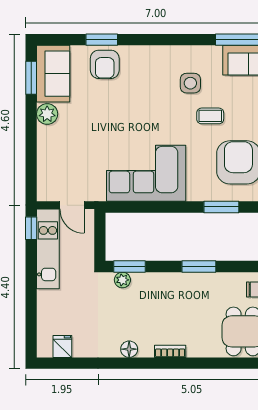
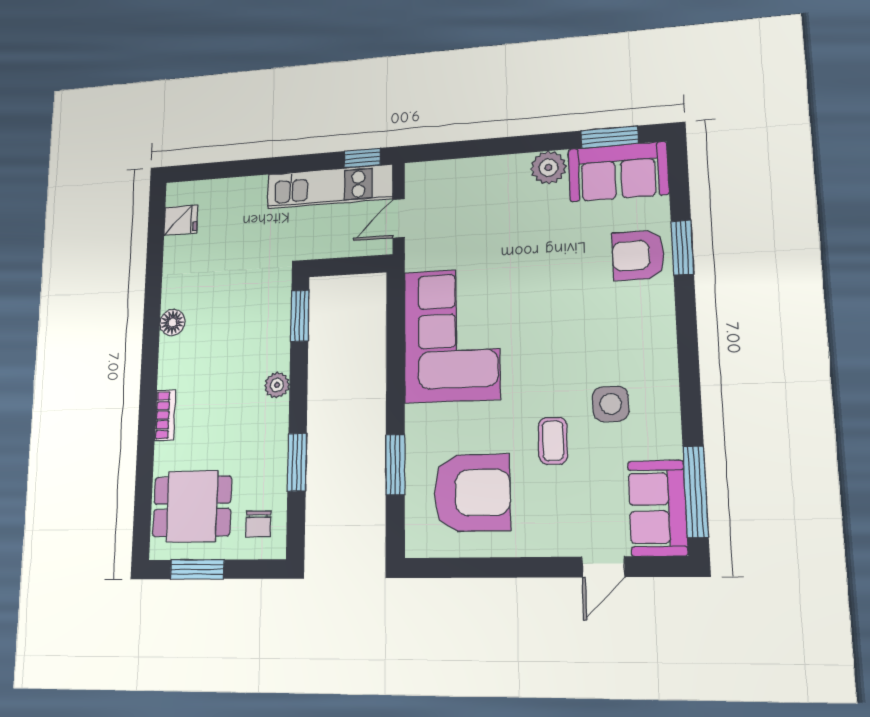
window: (199, 266) -> (297, 462), moved
plant: (122, 280) -> (277, 385), moved
bookcase: (170, 351) -> (165, 415), moved

